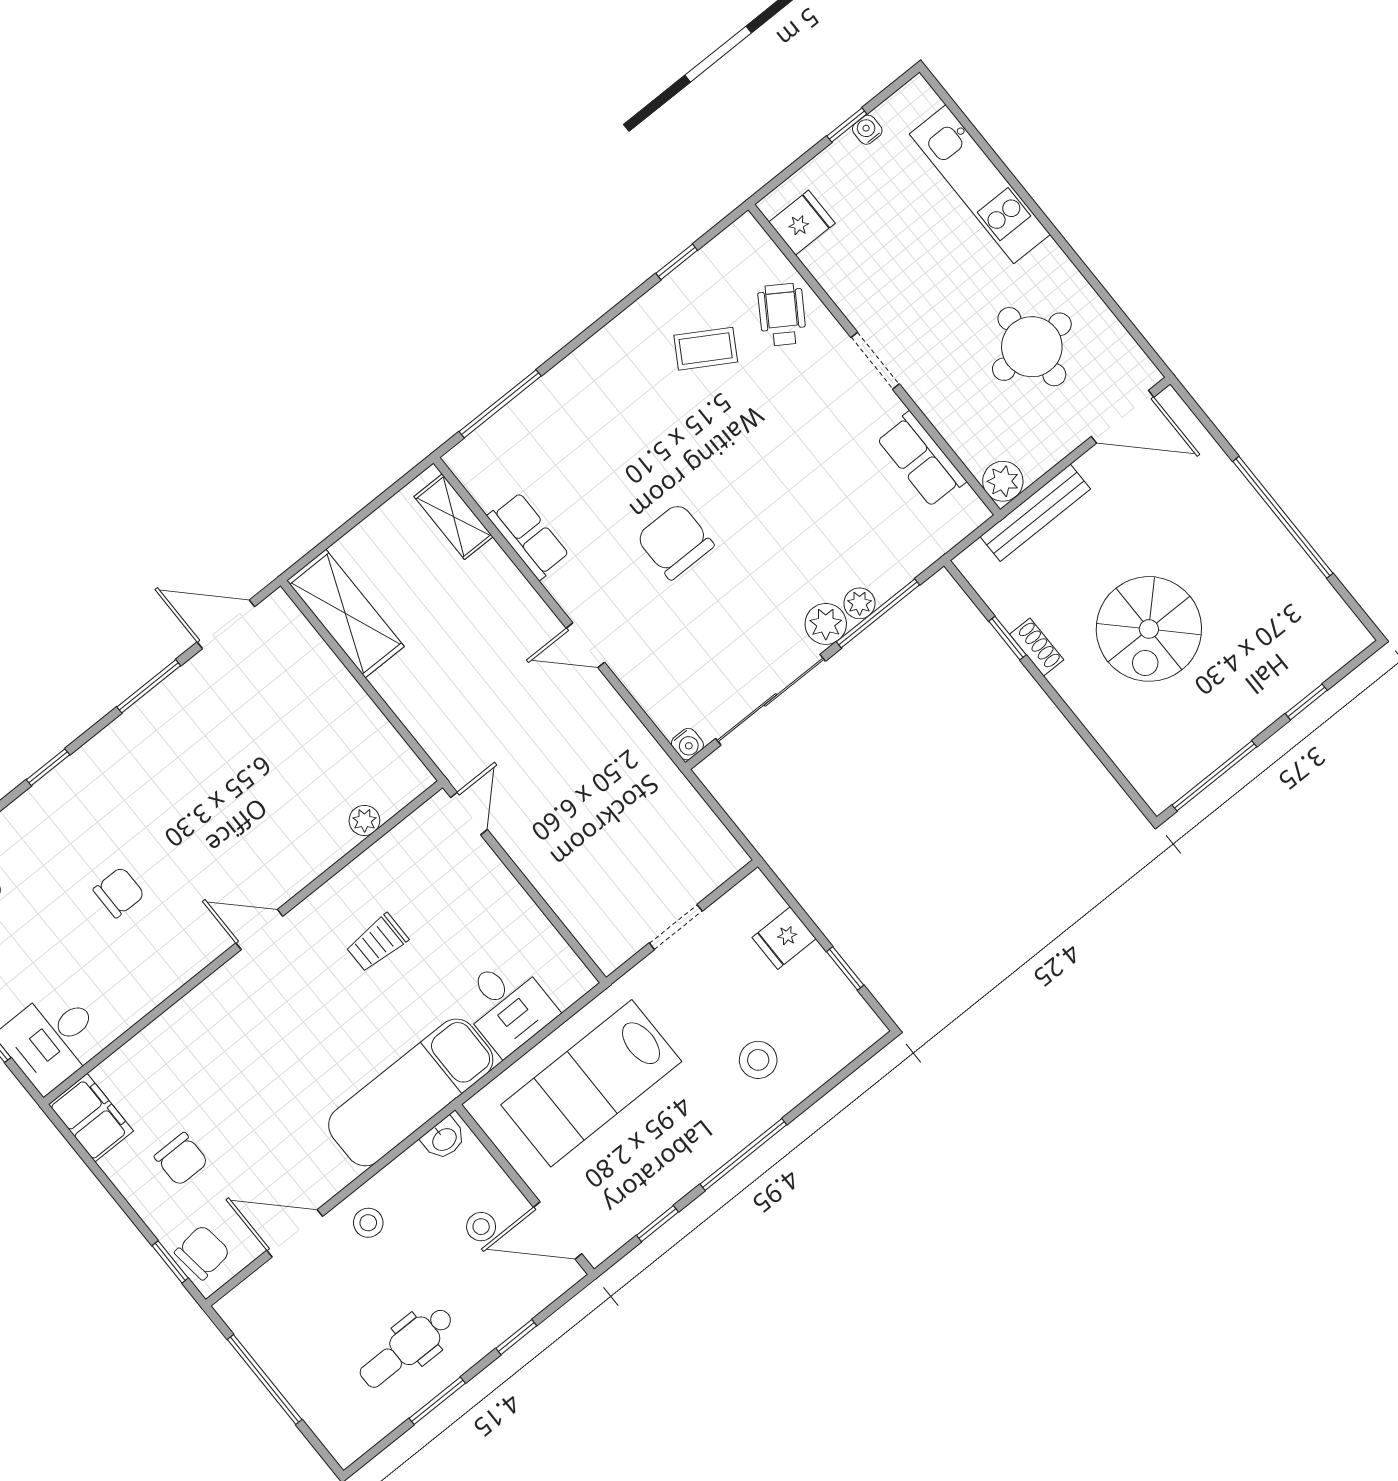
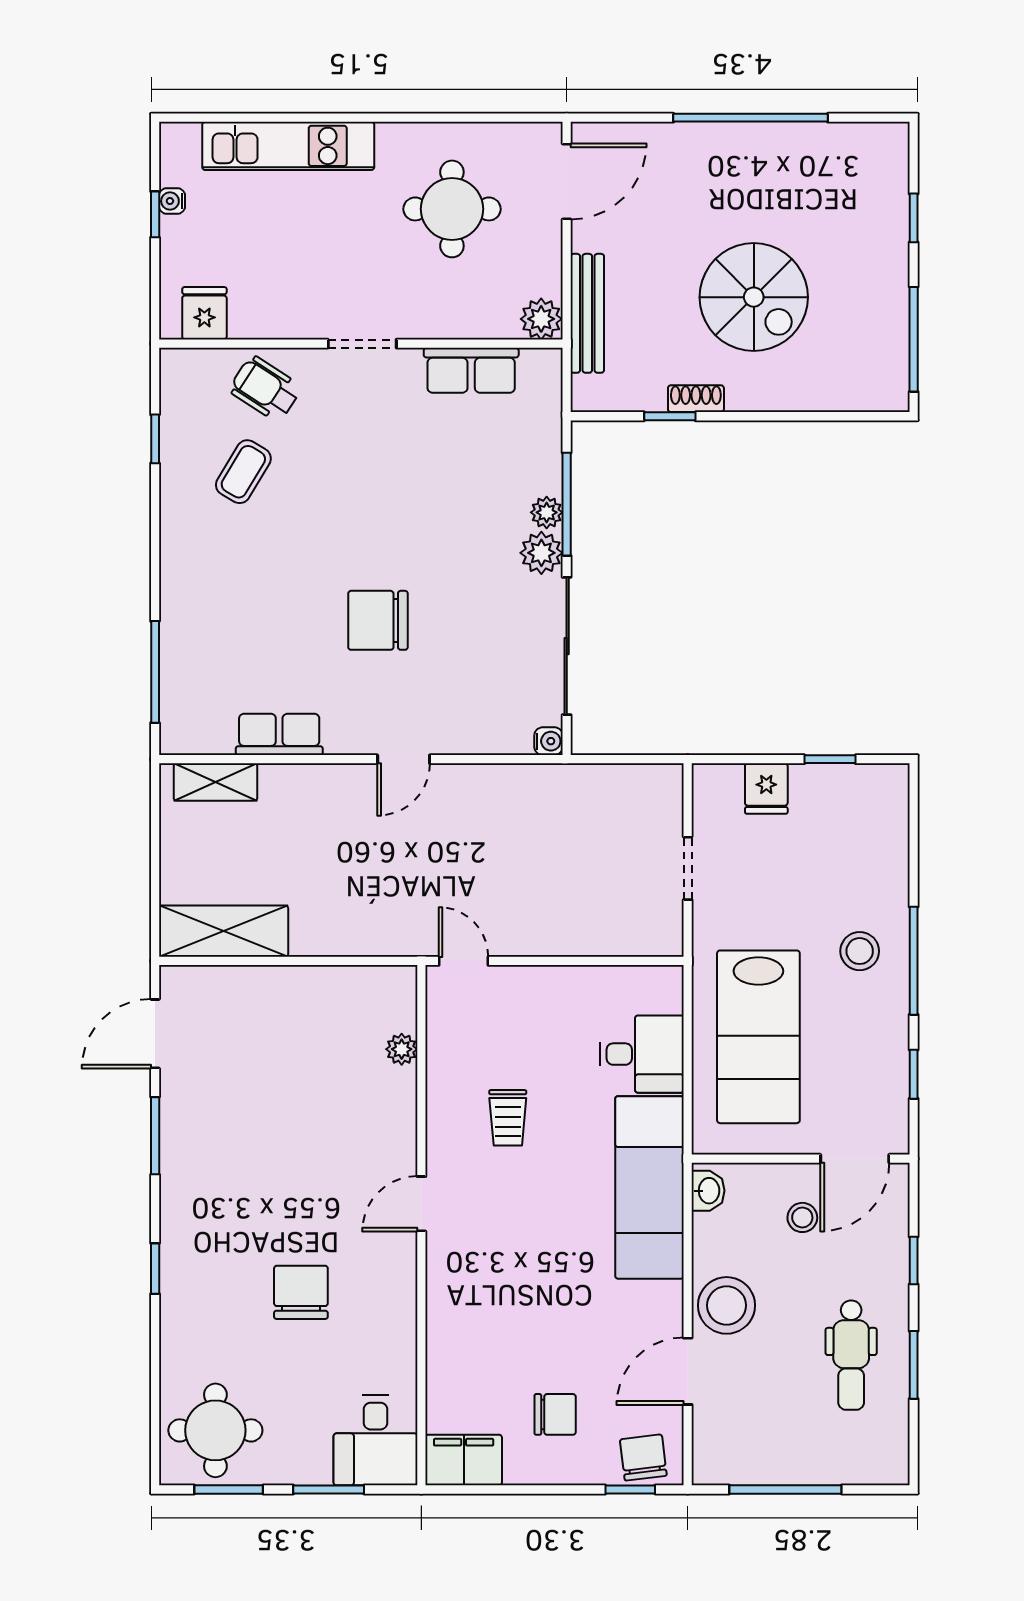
chair: (119, 892) -> (301, 1292), width x1.37, depth x1.37
stool: (758, 1060) -> (860, 951), moved
stool: (368, 1223) -> (727, 1305), width x1.89, depth x1.89

